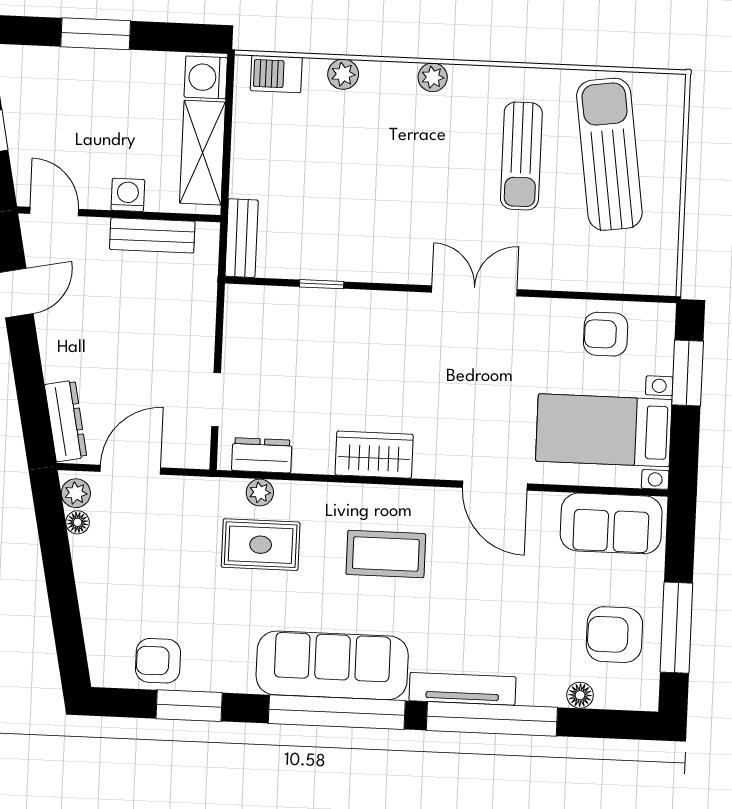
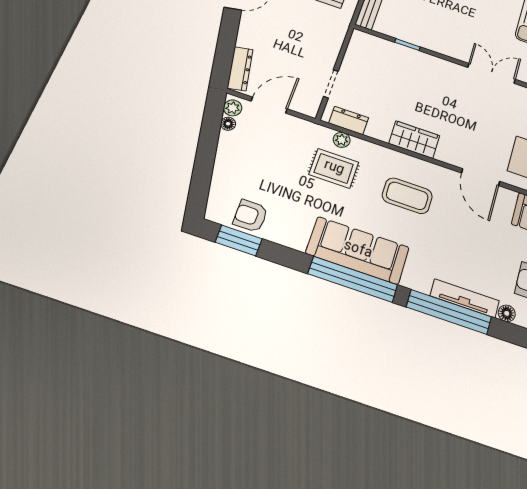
tv unit: (462, 689) -> (465, 298), moved
window: (189, 706) -> (239, 241), moved

